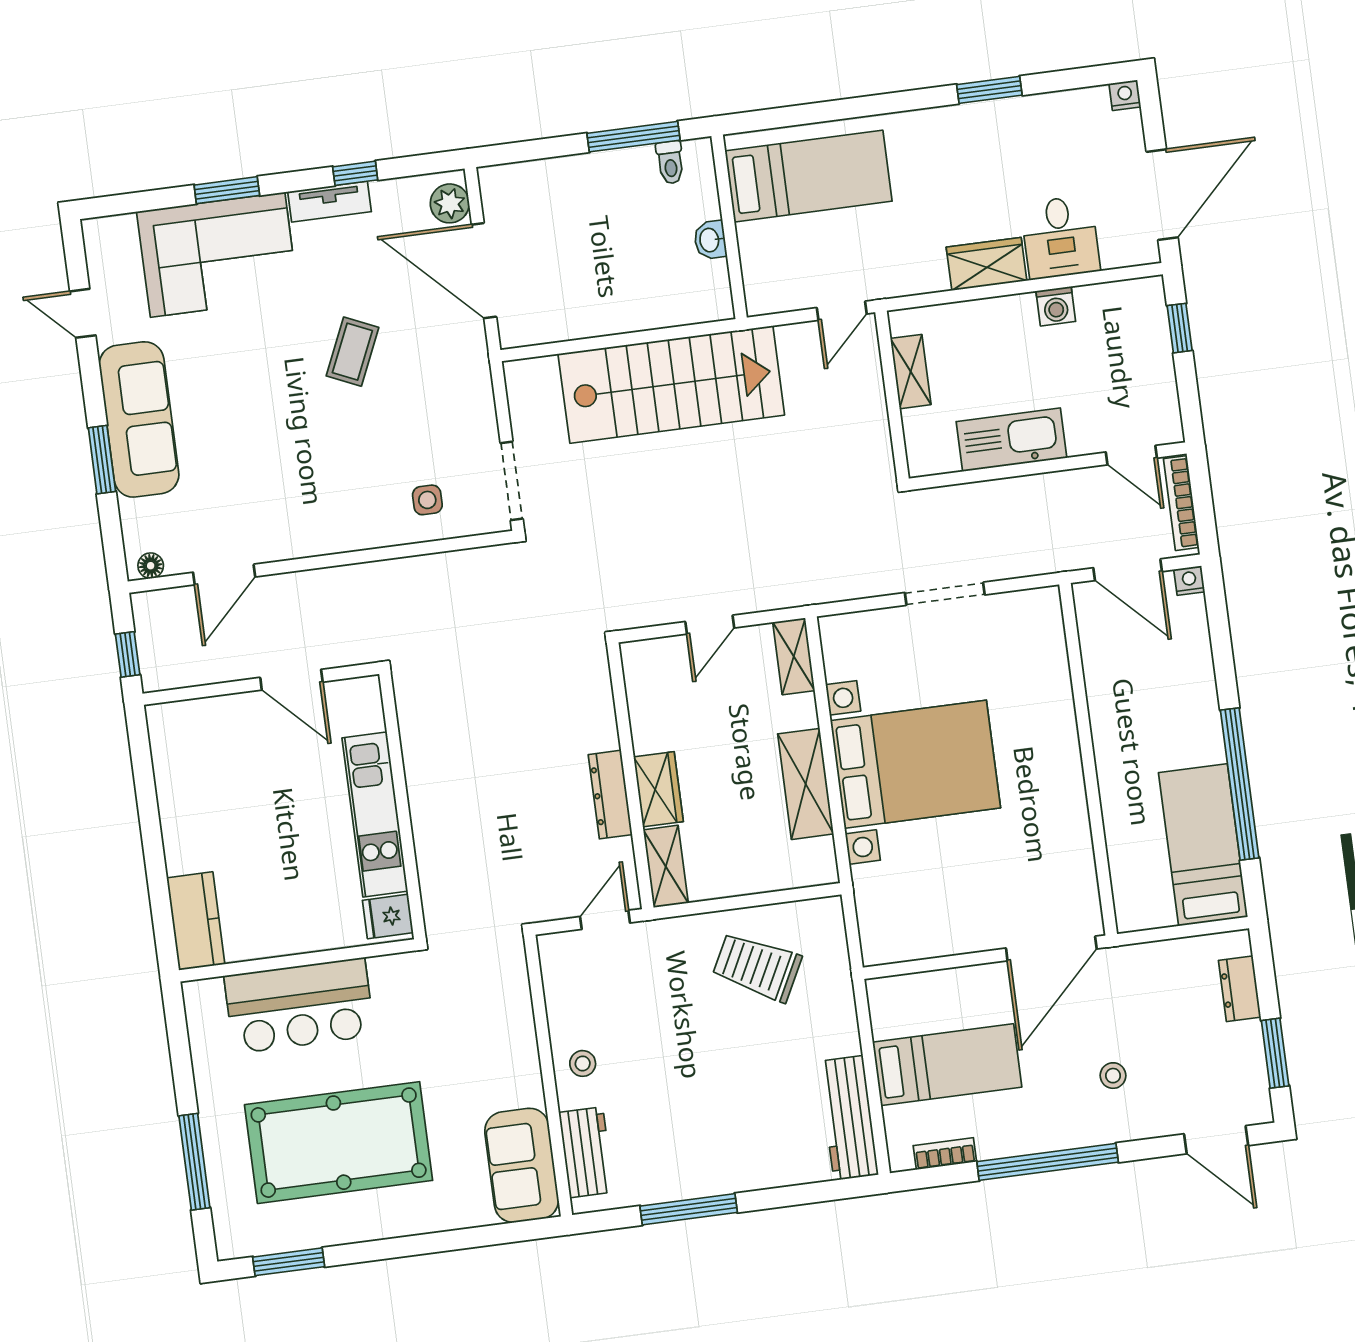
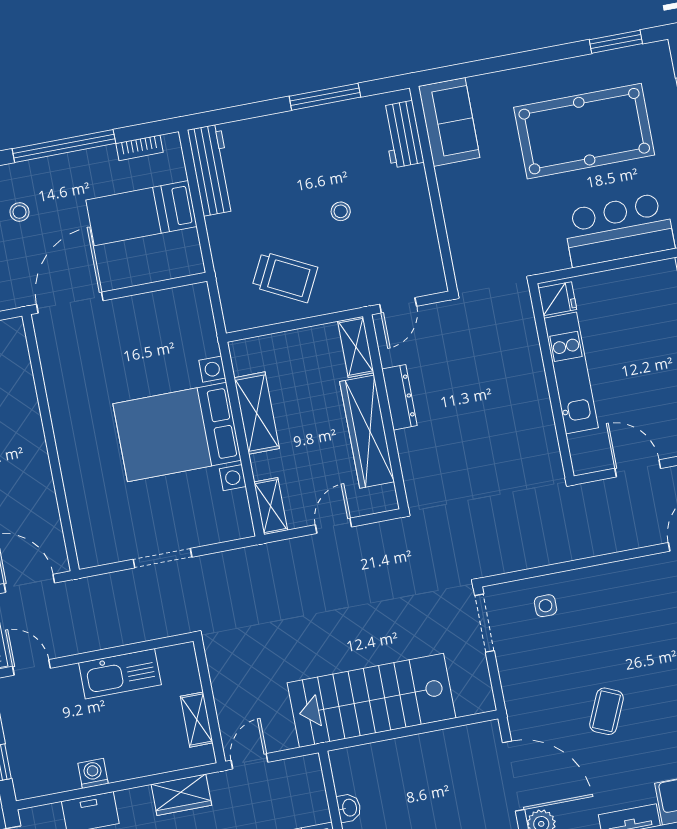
wardrobe: (987, 264) -> (181, 795), moved
wardrobe: (658, 789) -> (367, 432), width x2.10, depth x1.17
stool: (583, 1063) -> (341, 211), moved

